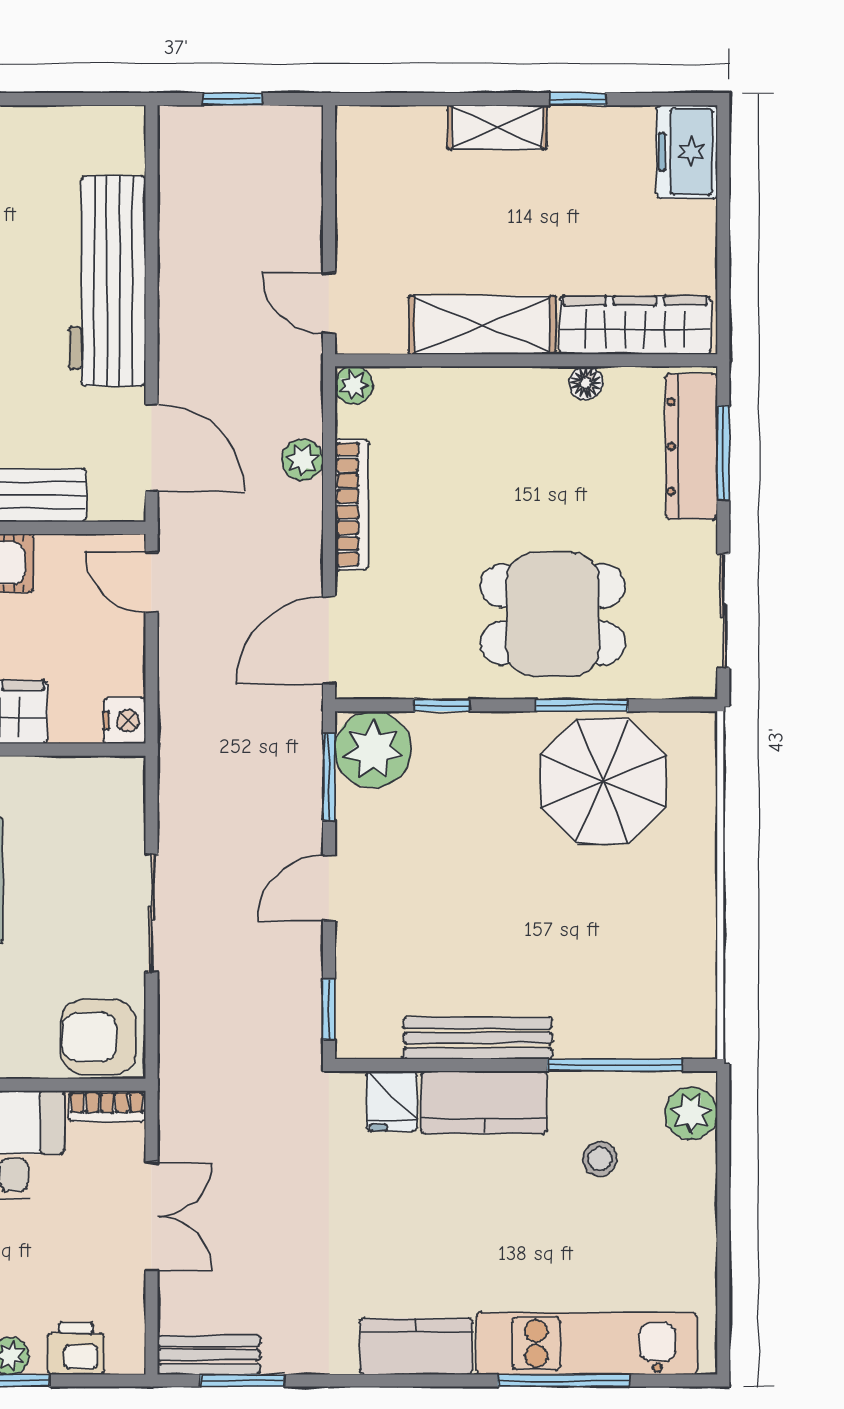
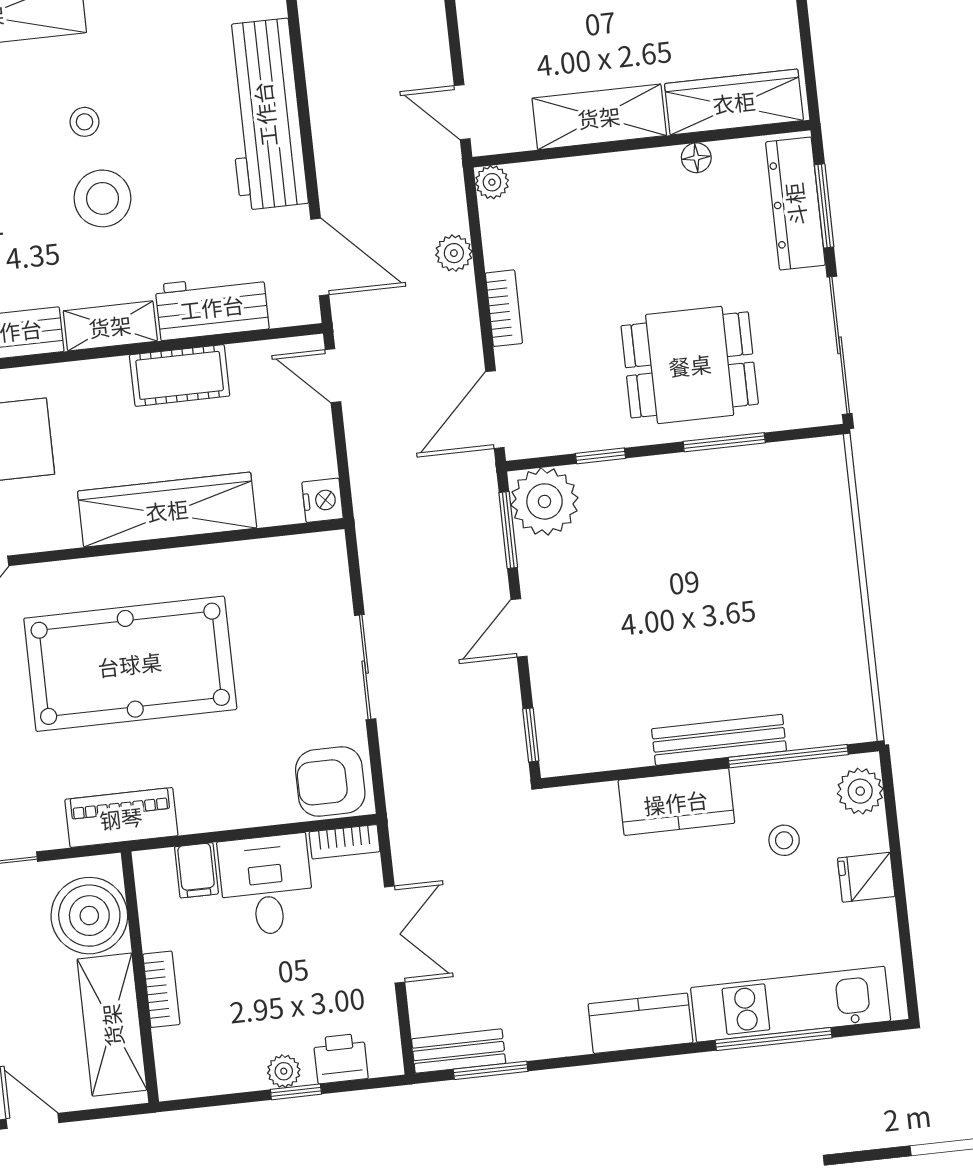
bookcase: (352, 504) -> (504, 308), width x0.64
sliding door: (723, 611) -> (840, 345), width x1.37
parasol: (603, 781) -> (750, 507), removed
bench: (478, 1038) -> (719, 740), moved
fridge: (392, 1101) -> (866, 877), moved, turned 90

